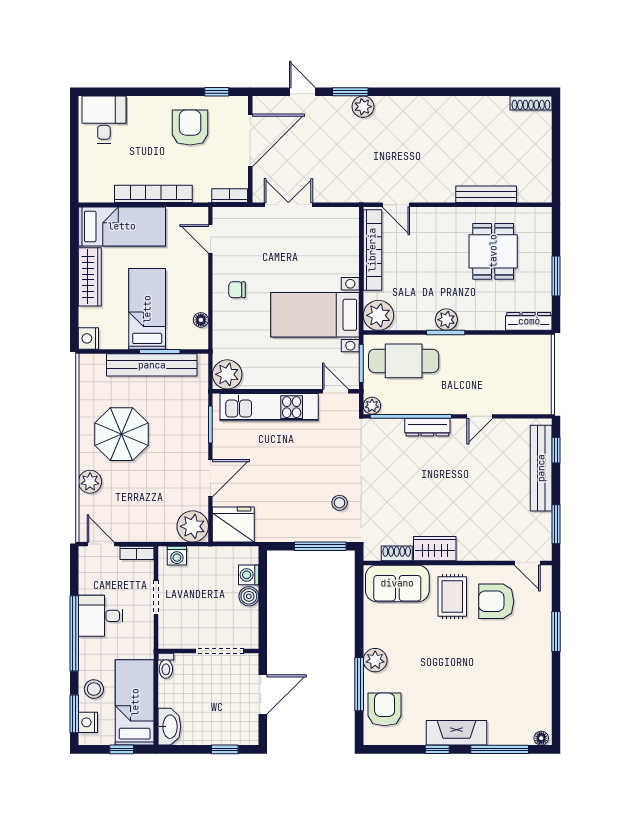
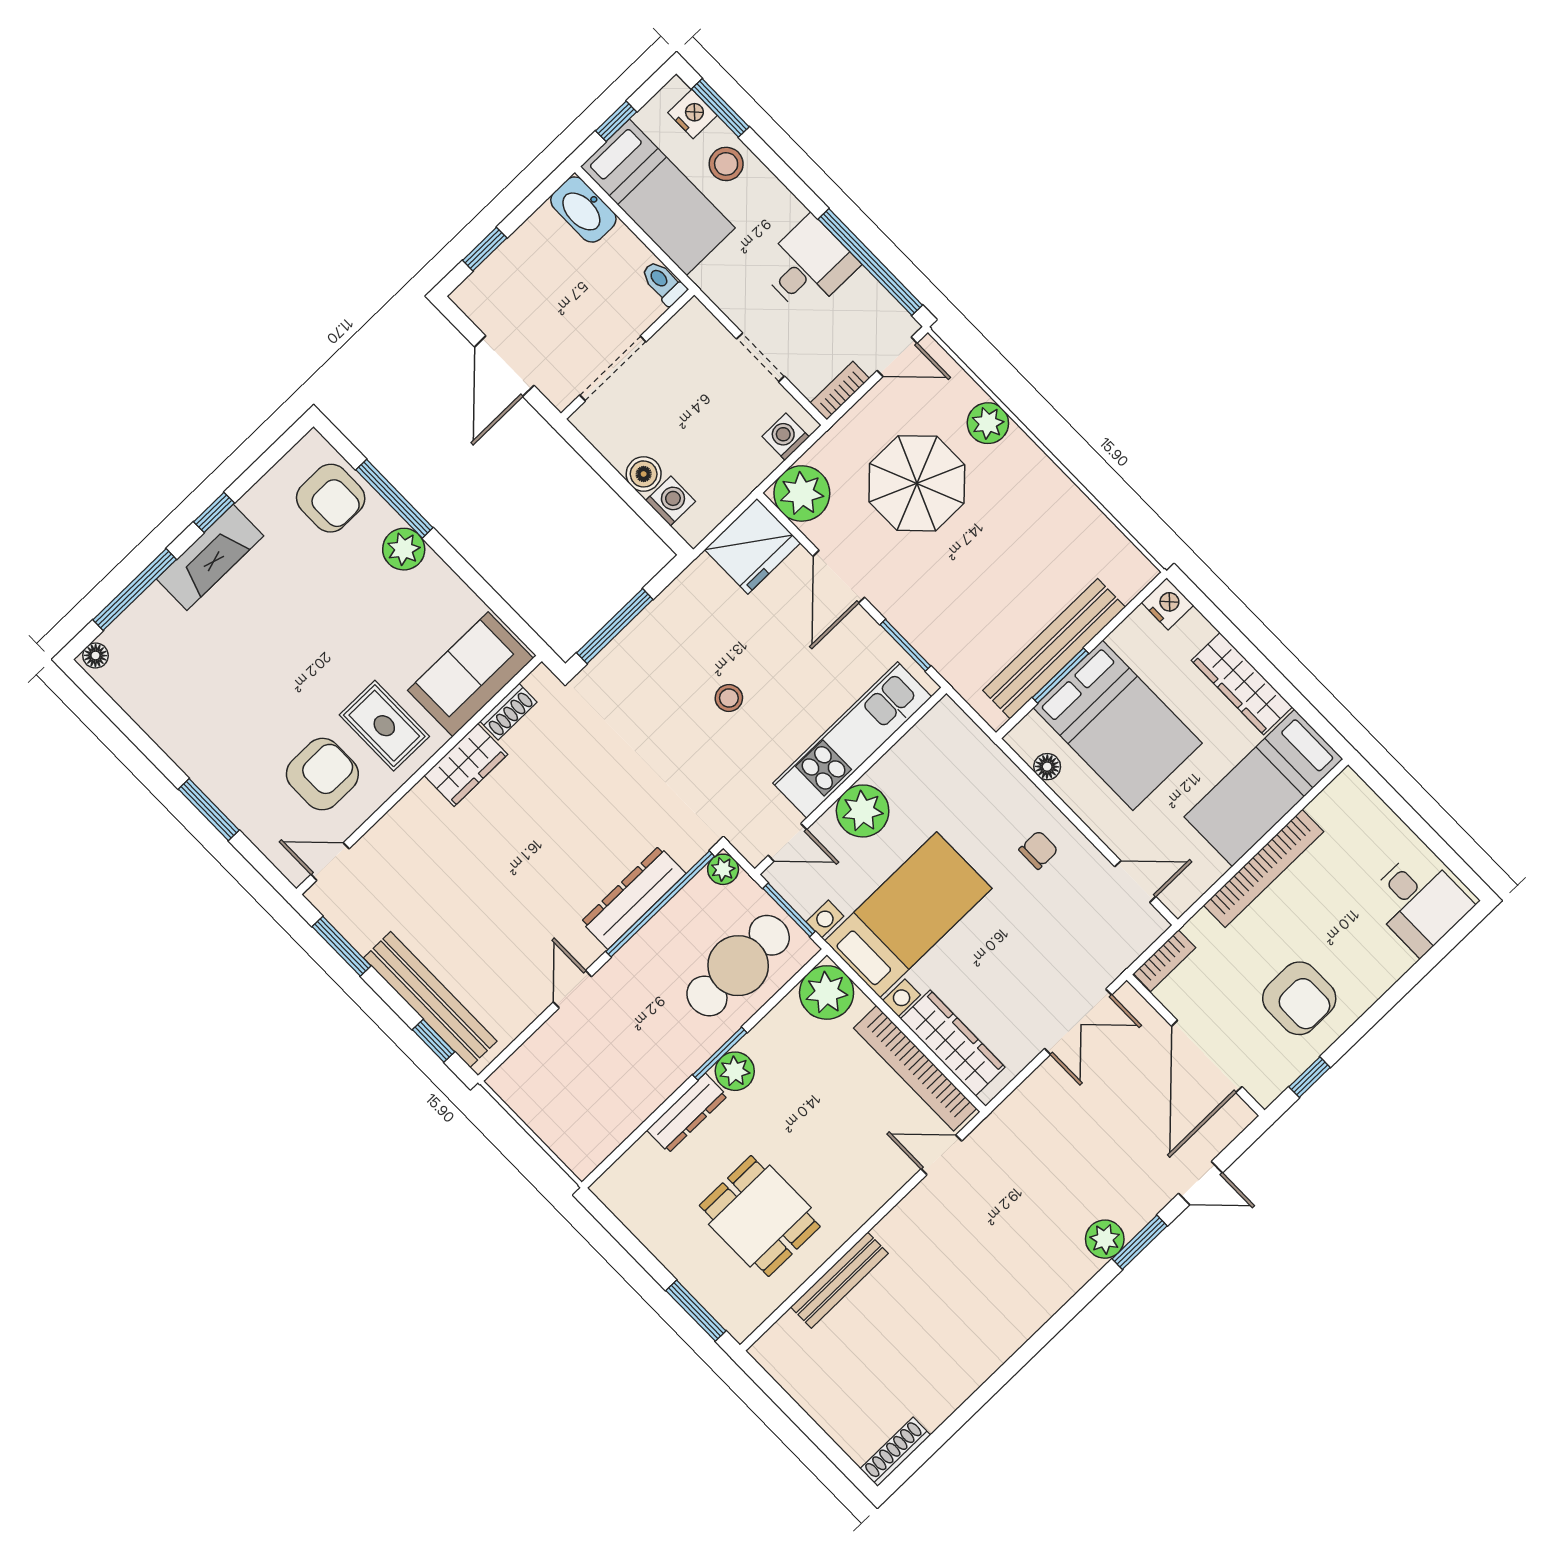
wardrobe: (347, 245) -> (953, 1043), added
window: (556, 276) -> (696, 1311), moved
bed: (147, 309) -> (1118, 725), width x1.50
dresser: (529, 321) -> (687, 1113), moved
plant: (227, 374) -> (863, 811), moved
dresser: (427, 427) -> (633, 898), width x1.37, depth x1.24
parasol: (121, 434) -> (917, 483), moved
stool: (340, 503) -> (729, 698), moved
window: (74, 633) -> (870, 262), moved

